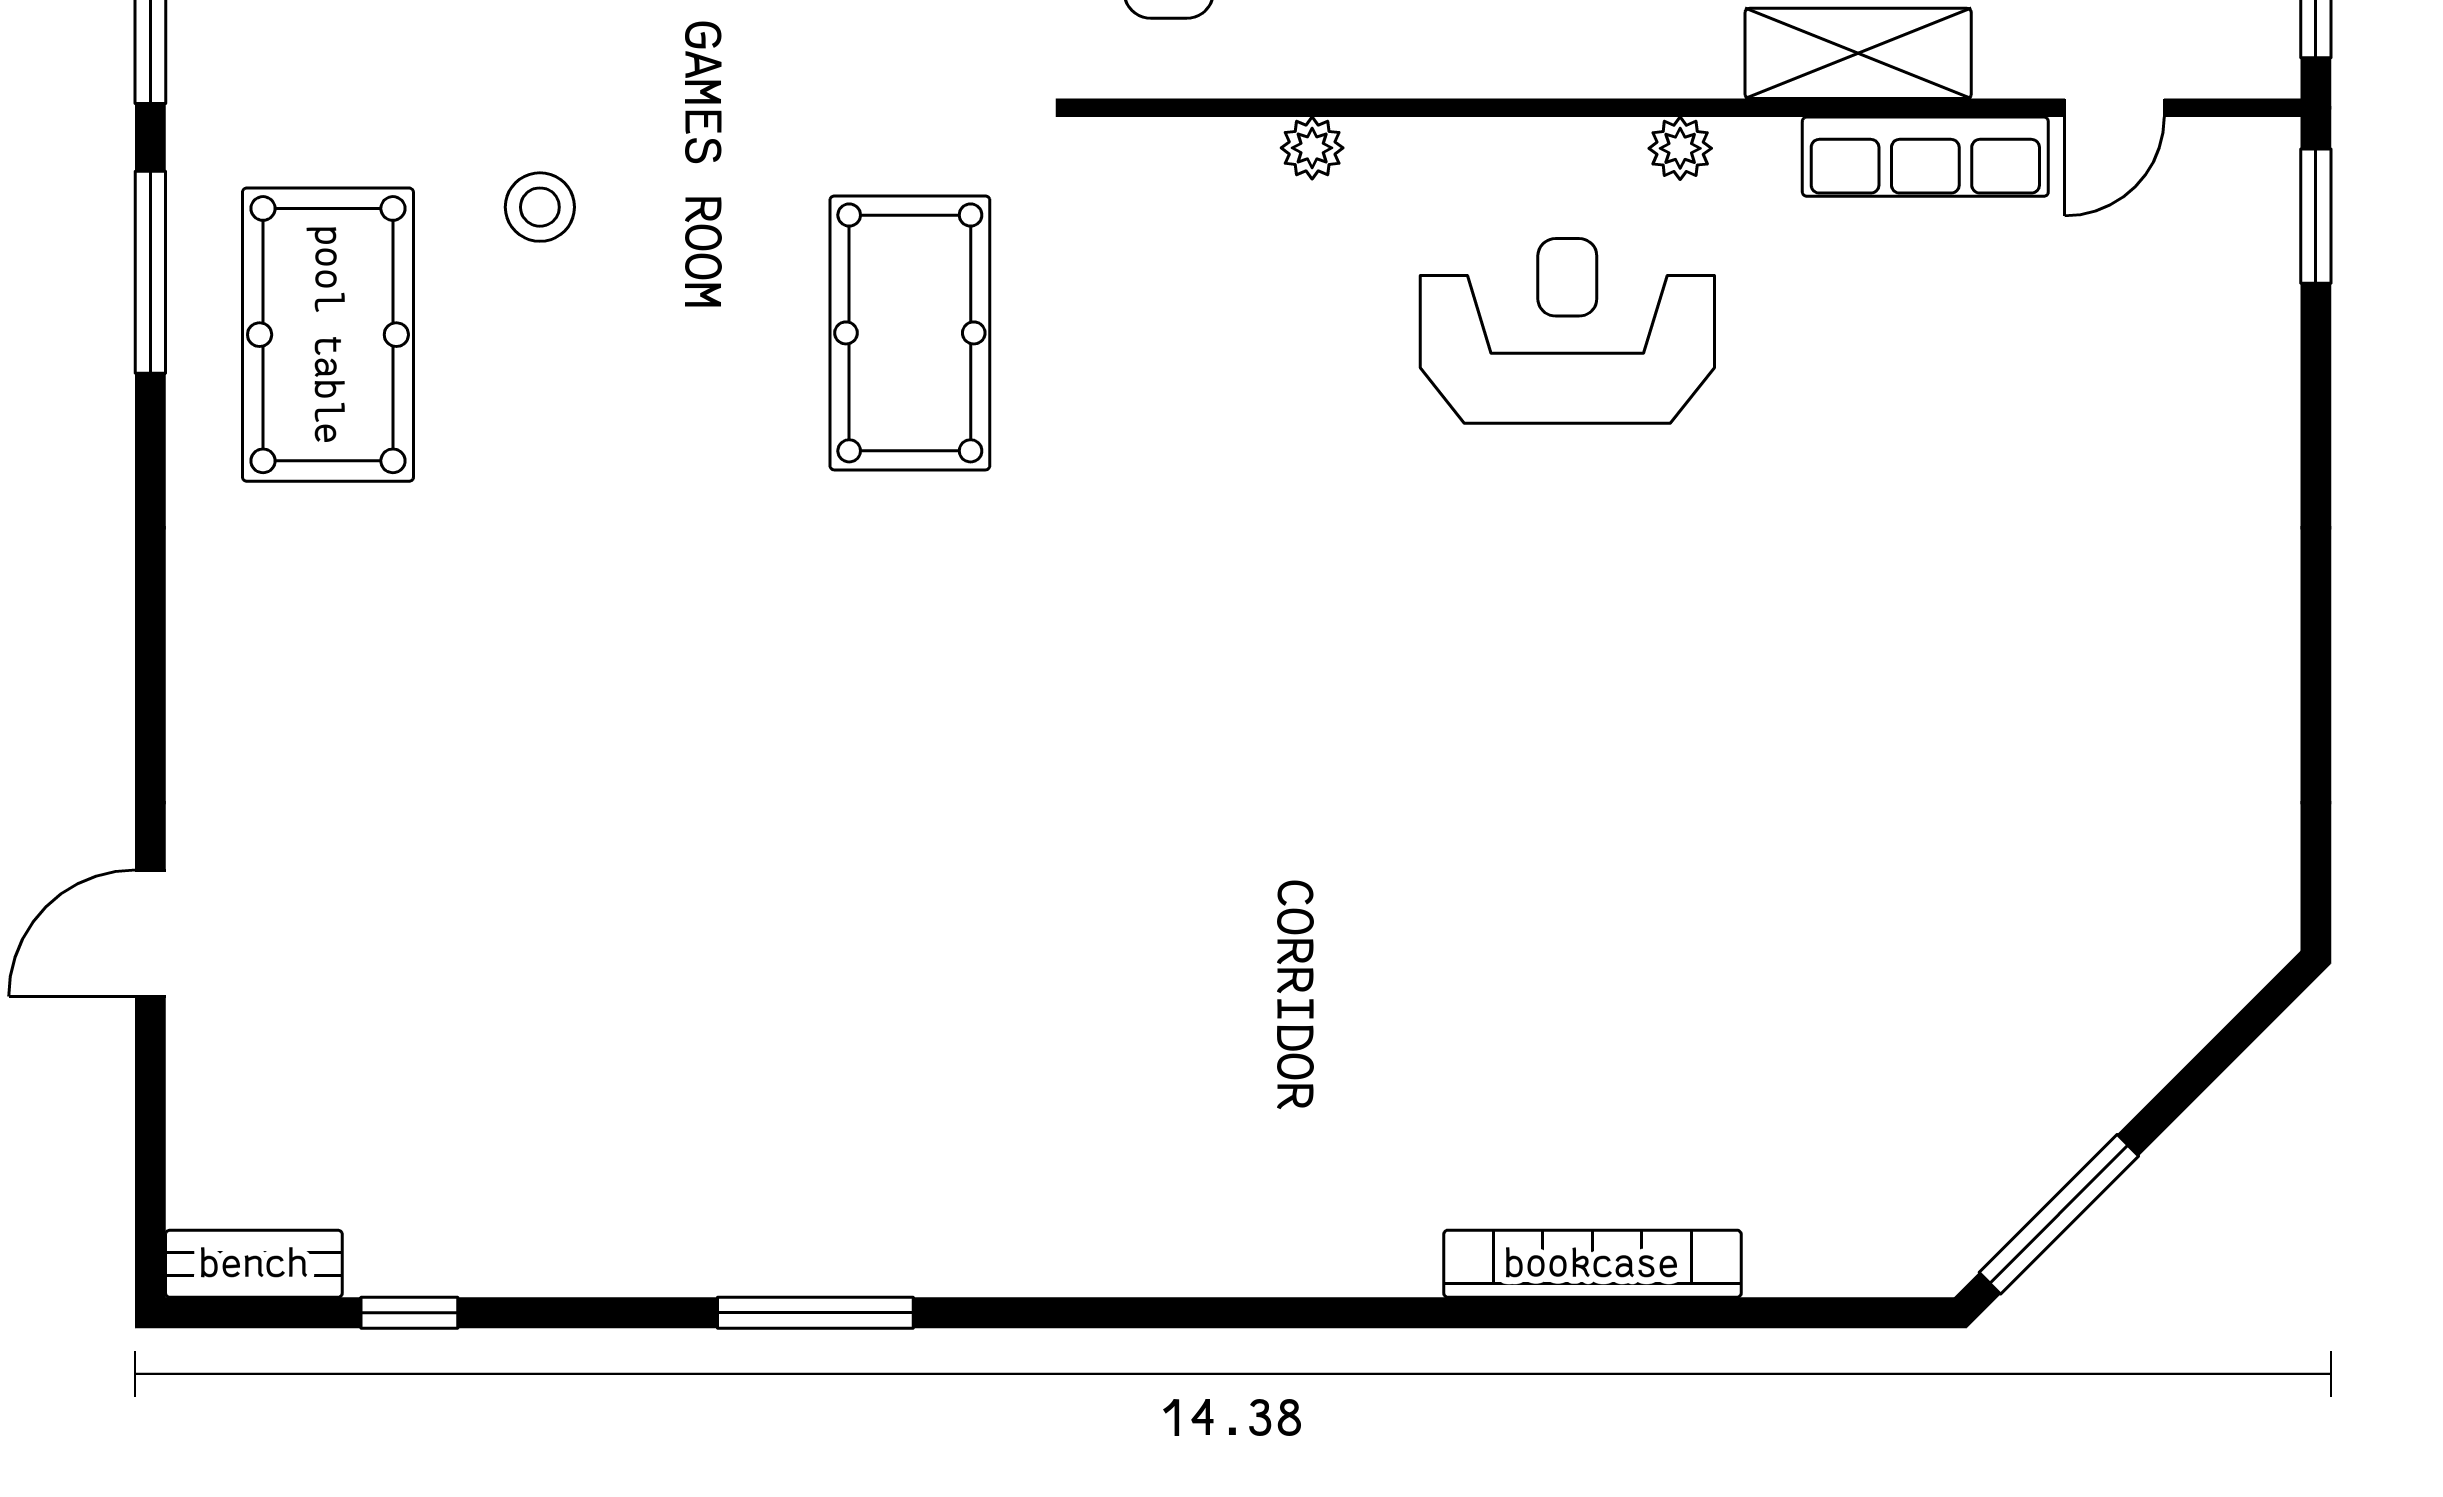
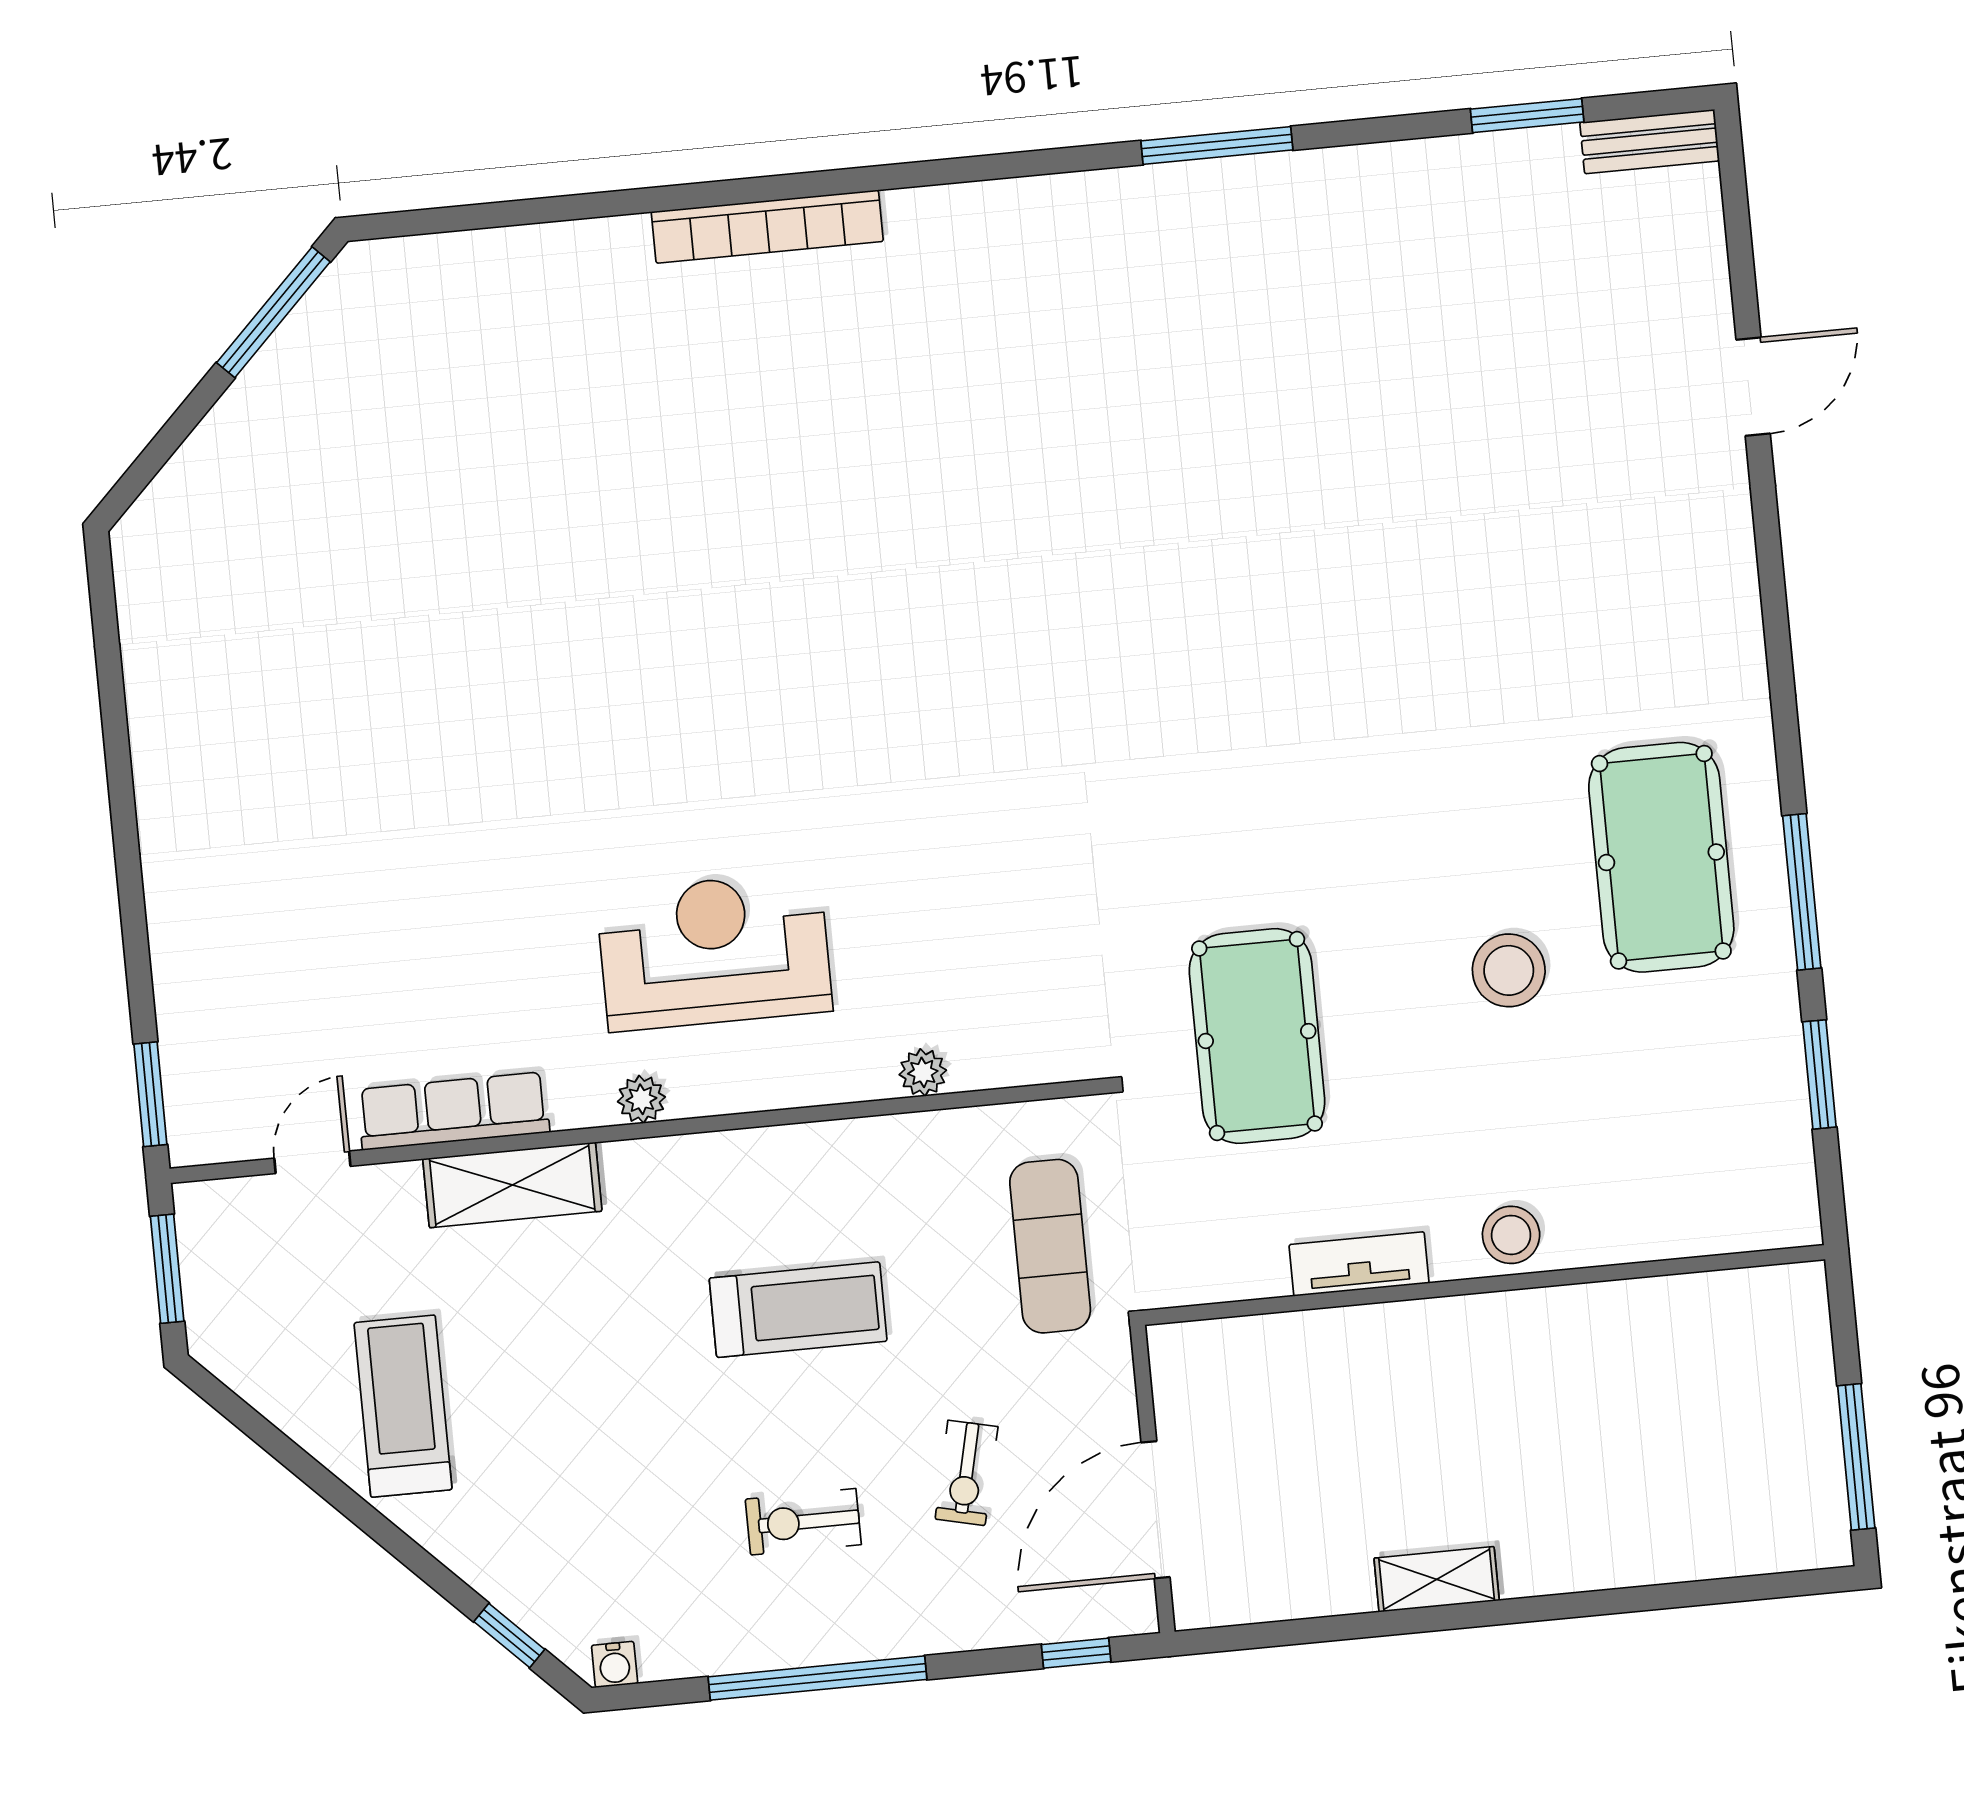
stool: (540, 207) -> (1509, 970), width x1.38, depth x1.38
reception desk: (1567, 331) -> (714, 951), turned 180
pool table: (910, 333) -> (1257, 1036), moved
bookcase: (1592, 1264) -> (767, 227), moved
window: (409, 1313) -> (1527, 116), width x1.50

